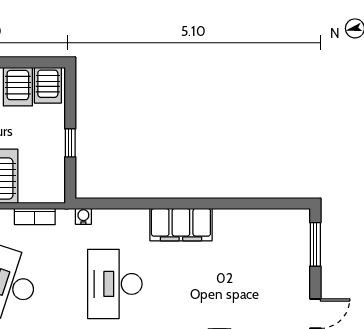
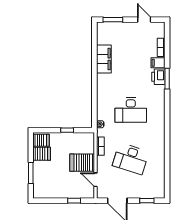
filing cabinet: (181, 225) -> (104, 59), moved

